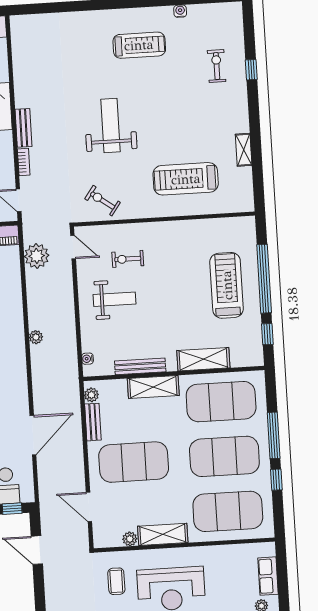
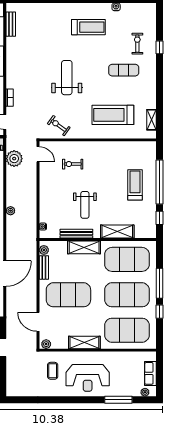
exercise mat: (198, 108) -> (124, 70), added
bench: (24, 128) -> (11, 24), moved
shelving: (244, 150) -> (151, 120), moved
treadmill: (227, 285) -> (135, 185), width x0.73, depth x0.73
weight bench: (115, 299) -> (85, 205), moved, turned 90
plant: (130, 539) -> (46, 344), moved

